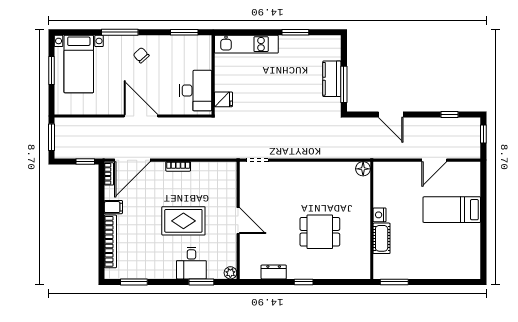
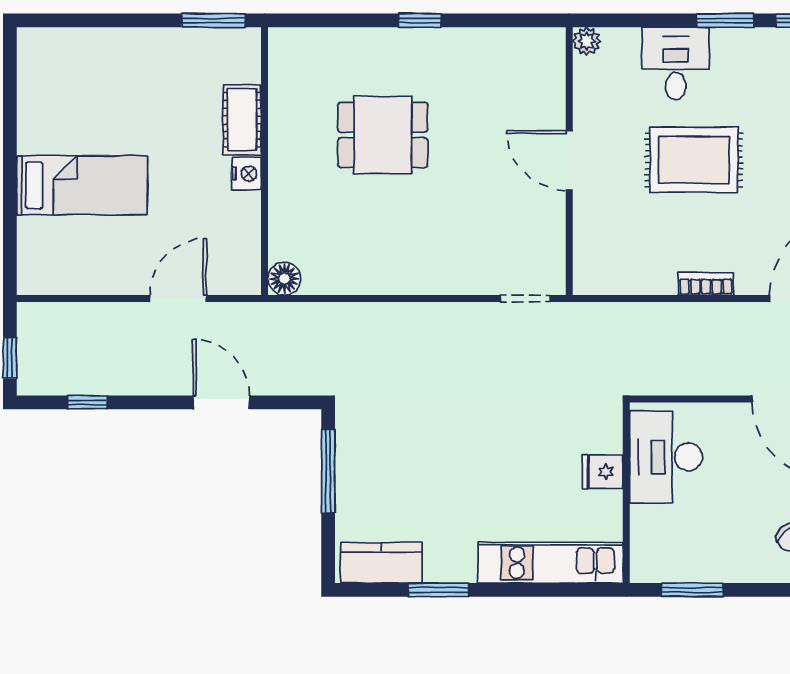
kitchen counter: (332, 79) -> (381, 563), moved, turned -90
fridge: (223, 99) -> (603, 472), moved
door: (434, 160) -> (178, 298), moved
dresser: (274, 272) -> (488, 43), removed
window: (201, 282) -> (725, 20), moved

